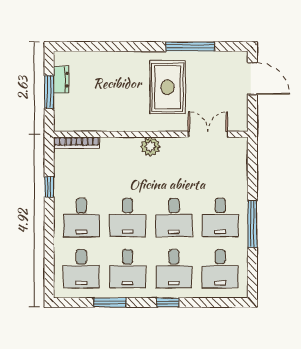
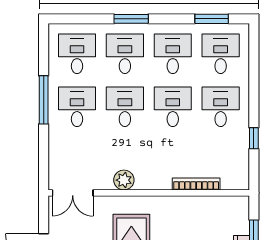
double door: (208, 134) -> (73, 193), moved
bookcase: (76, 143) -> (196, 184), moved
plant: (150, 147) -> (124, 180), moved
window: (110, 302) -> (212, 19), moved
window: (168, 302) -> (131, 19), width x1.50

